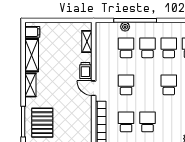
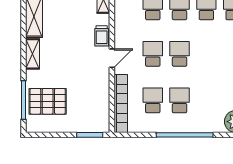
school desk: (169, 85) -> (180, 54), moved
door: (94, 88) -> (112, 58), swing flipped
pallet: (42, 123) -> (48, 101), turned 90

